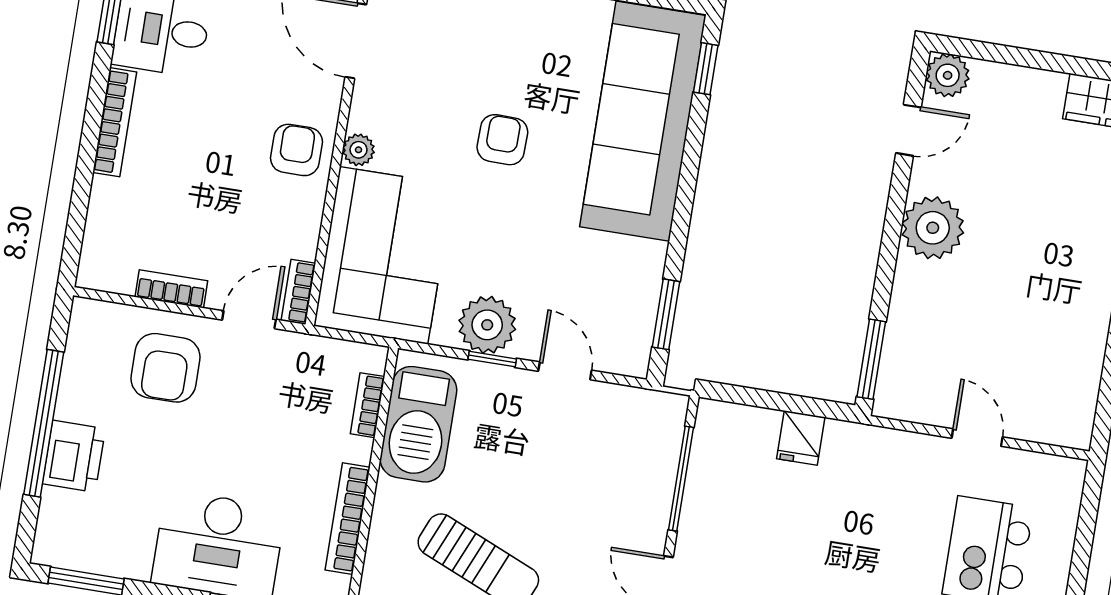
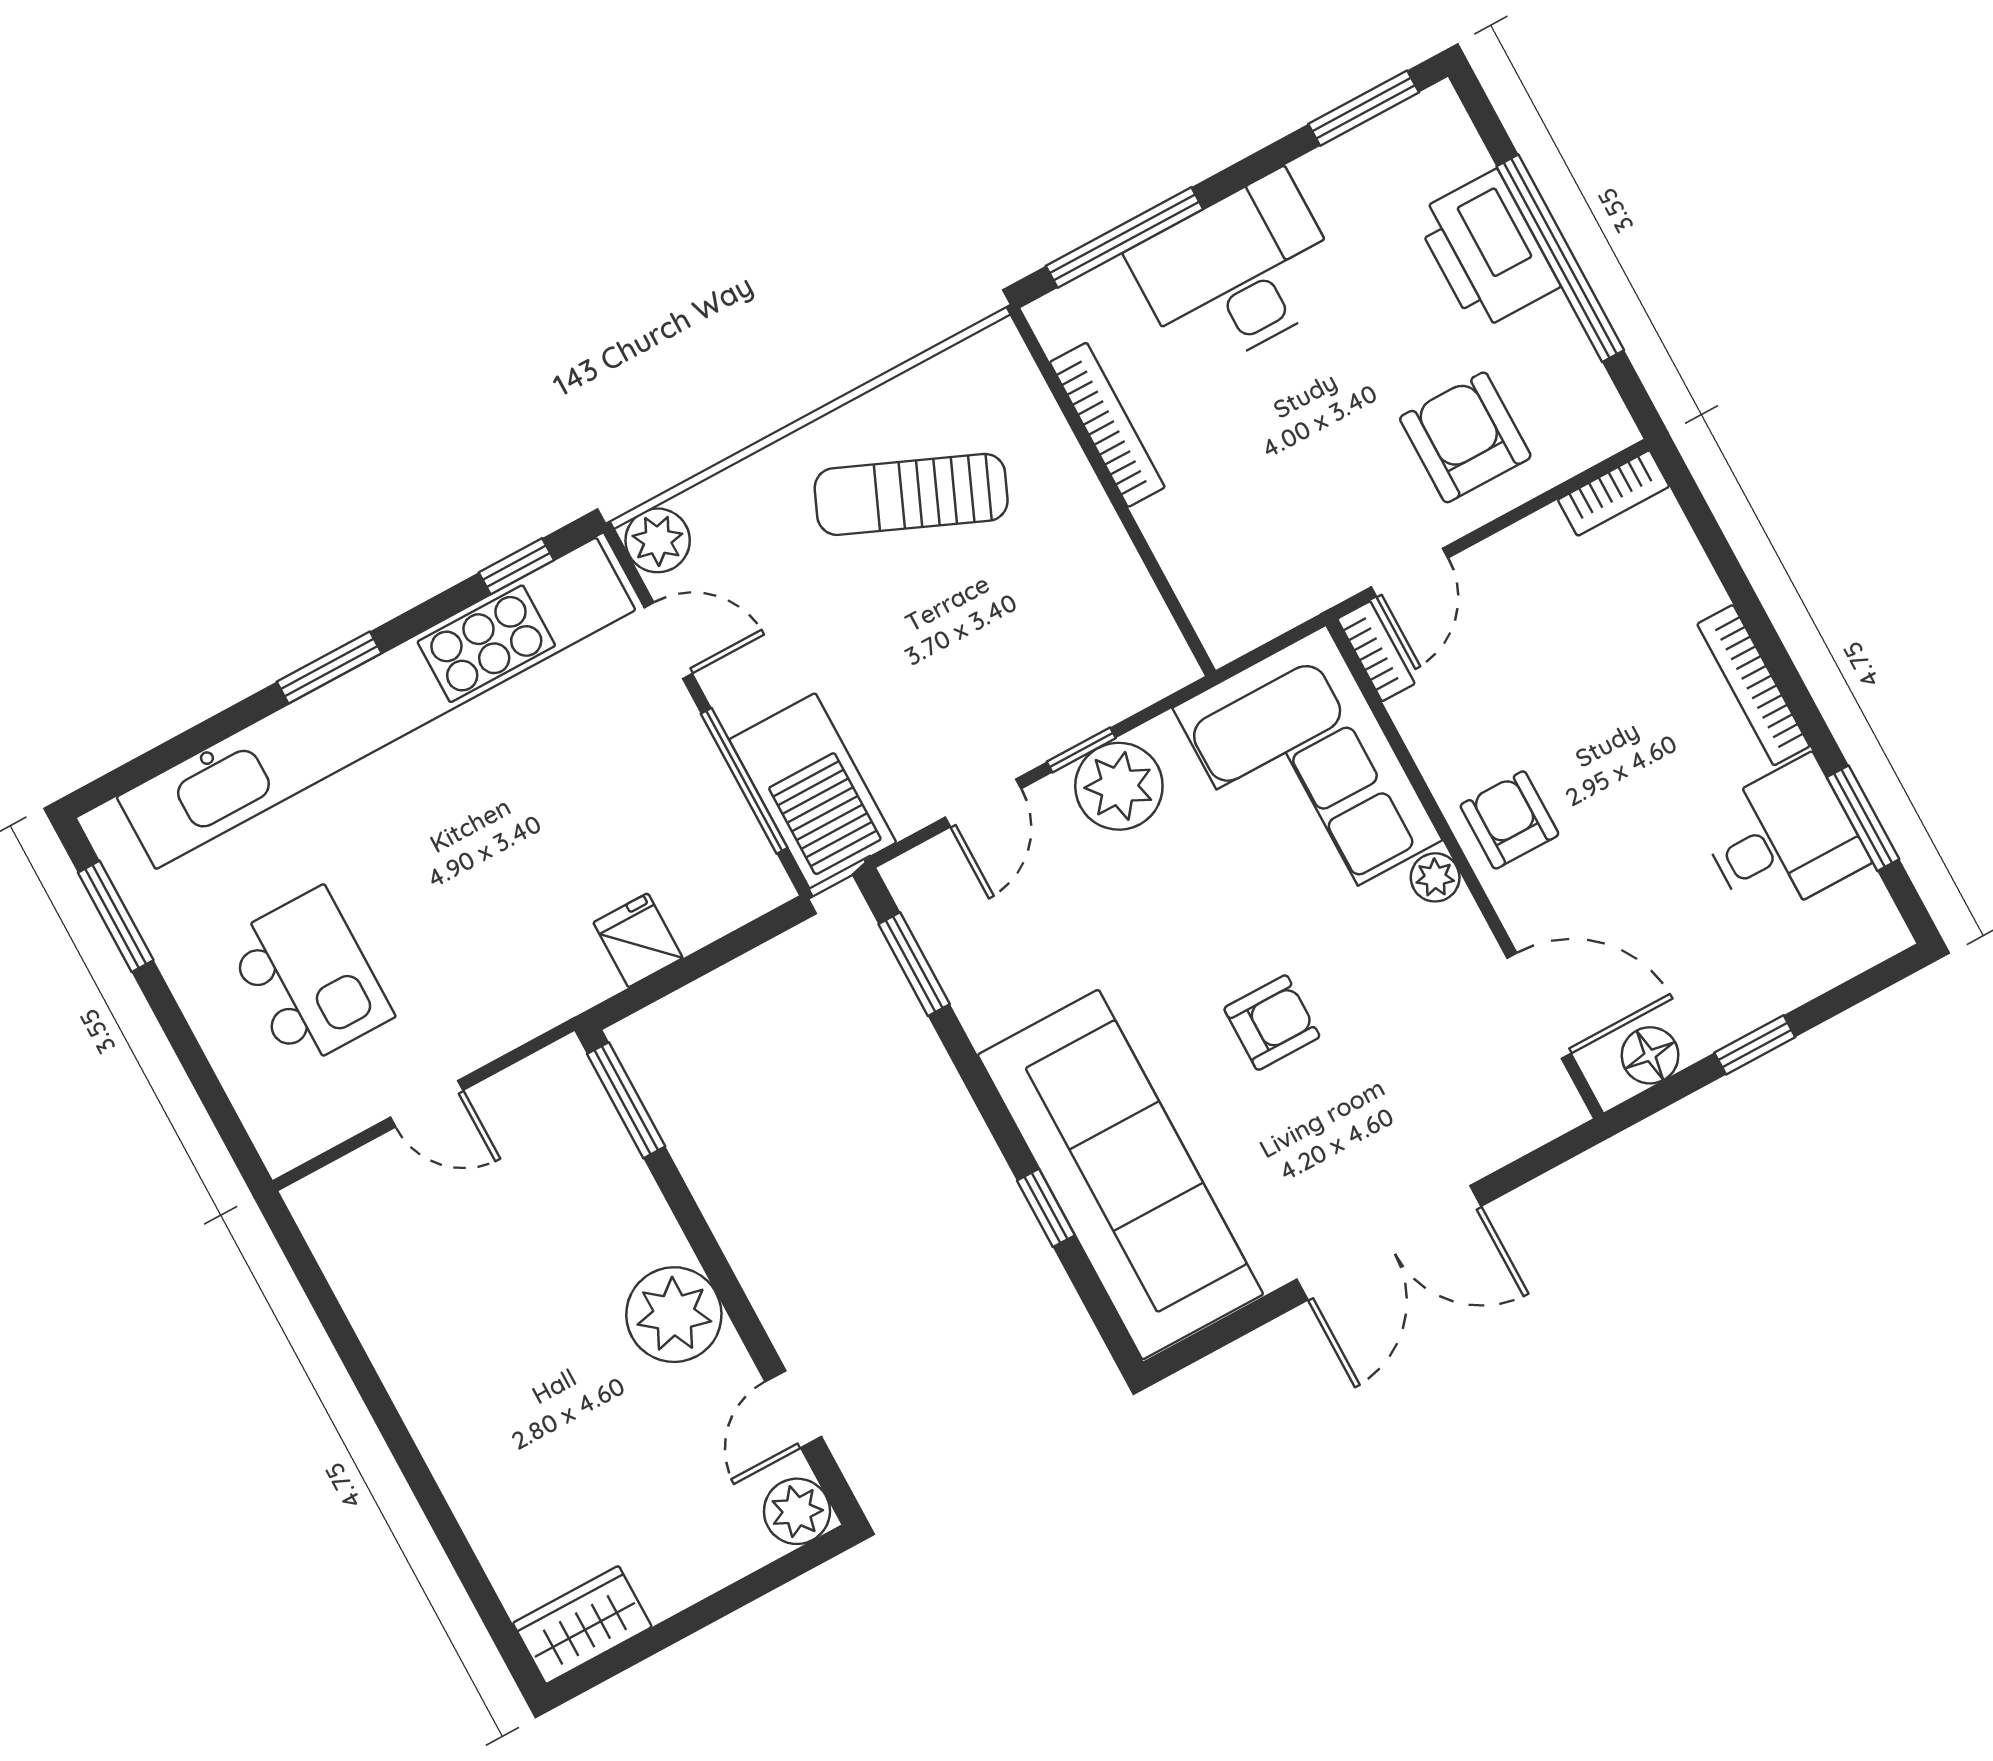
window: (706, 69) -> (1046, 1208), moved
armchair: (502, 140) -> (1272, 1023), turned -91
armchair: (297, 150) -> (1509, 820), turned 180
bookcase: (171, 289) -> (1614, 493), moved
door: (565, 371) -> (983, 803), hinge flipped
bookcase: (368, 405) -> (1188, 579), removed
barbecue: (418, 424) -> (813, 791), moved, turned 180
printer: (74, 456) -> (1487, 250), width x1.37, depth x1.19

